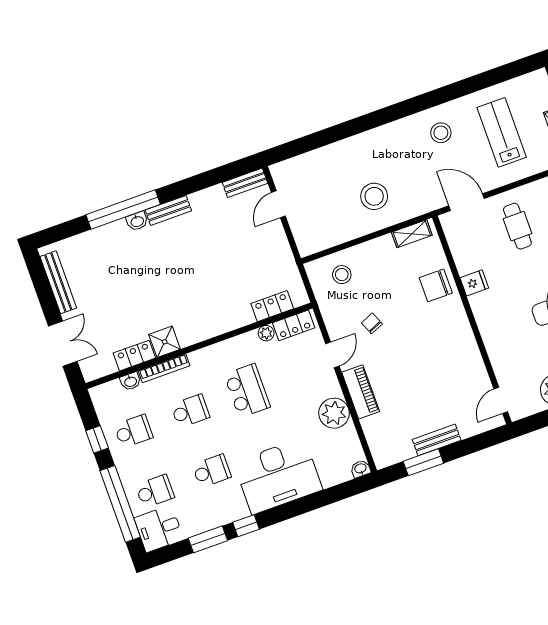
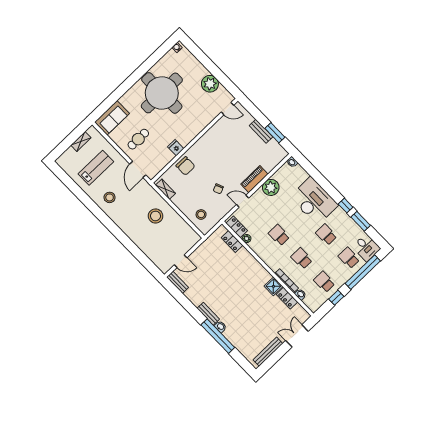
lab bench: (502, 132) -> (96, 168), turned 180
school desk: (247, 391) -> (279, 235), width x0.54

